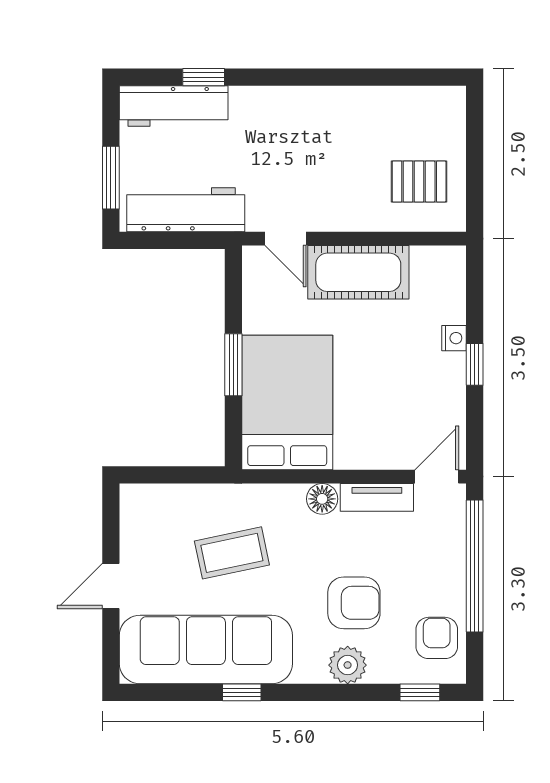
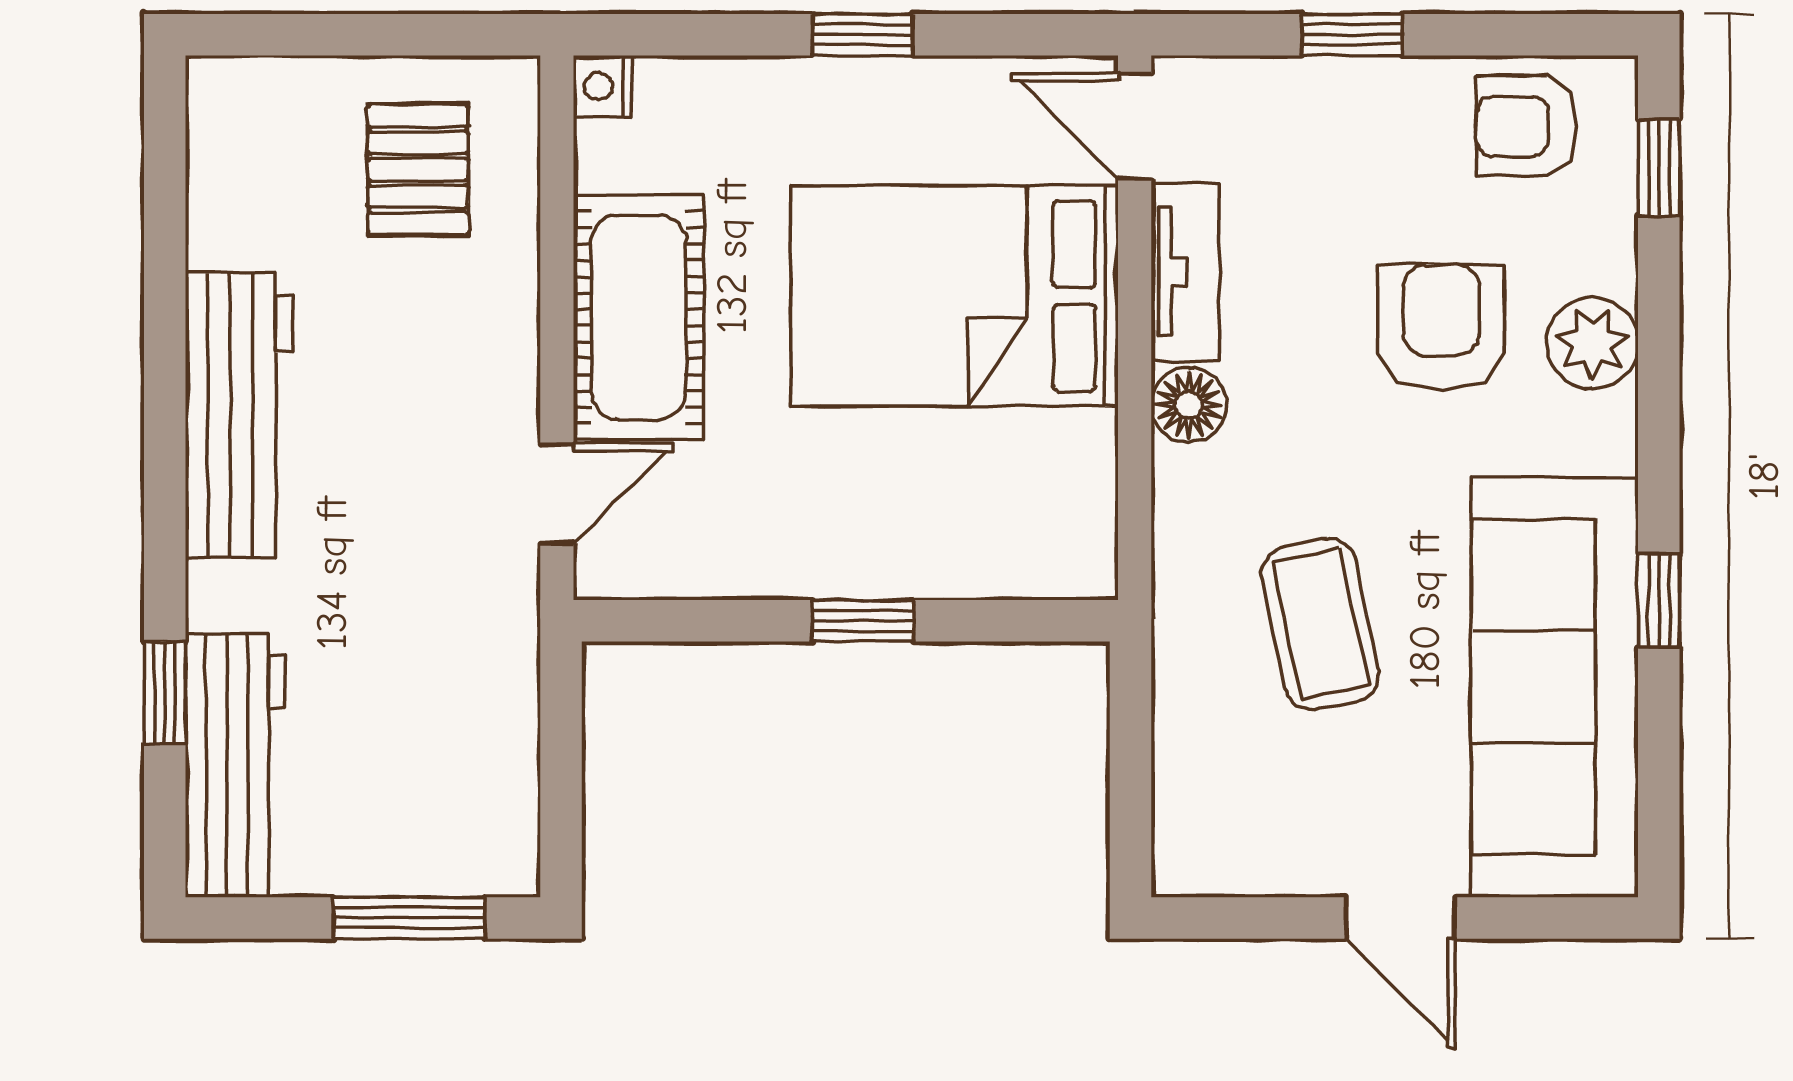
workbench: (186, 210) -> (239, 415), moved, turned 180
nightstand: (454, 338) -> (603, 86), moved, turned -90
window: (233, 365) -> (863, 621), width x0.67
bed: (287, 402) -> (955, 296), moved
window: (475, 566) -> (1352, 35), width x0.32

